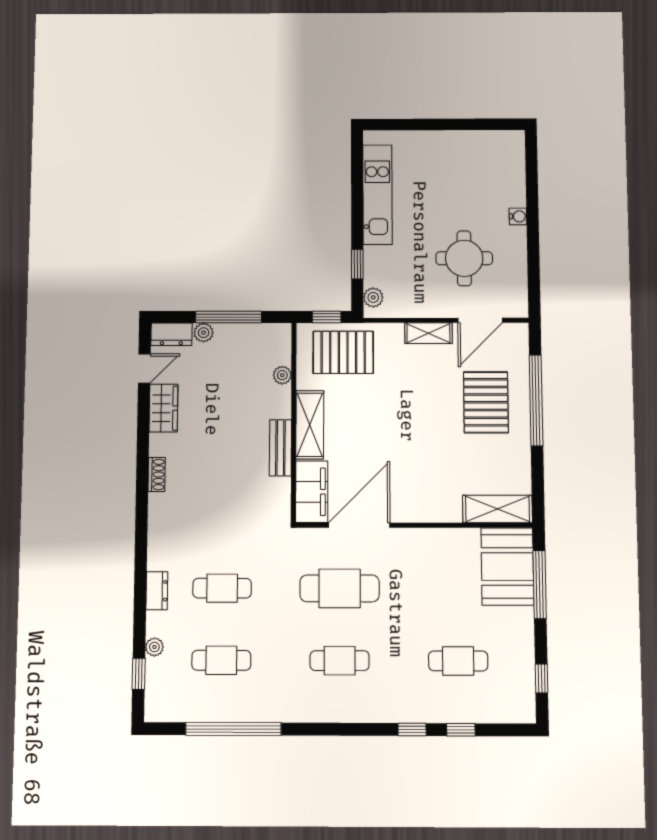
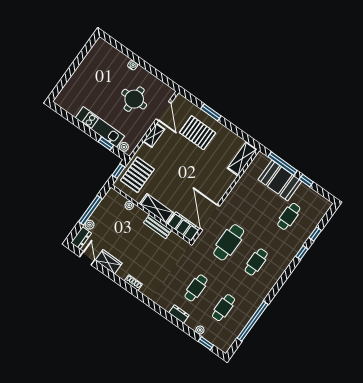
kitchen unit: (377, 195) -> (100, 127), moved
window: (536, 400) -> (211, 112), width x0.47
booth: (507, 567) -> (280, 180), moved
window: (541, 679) -> (306, 181), moved

